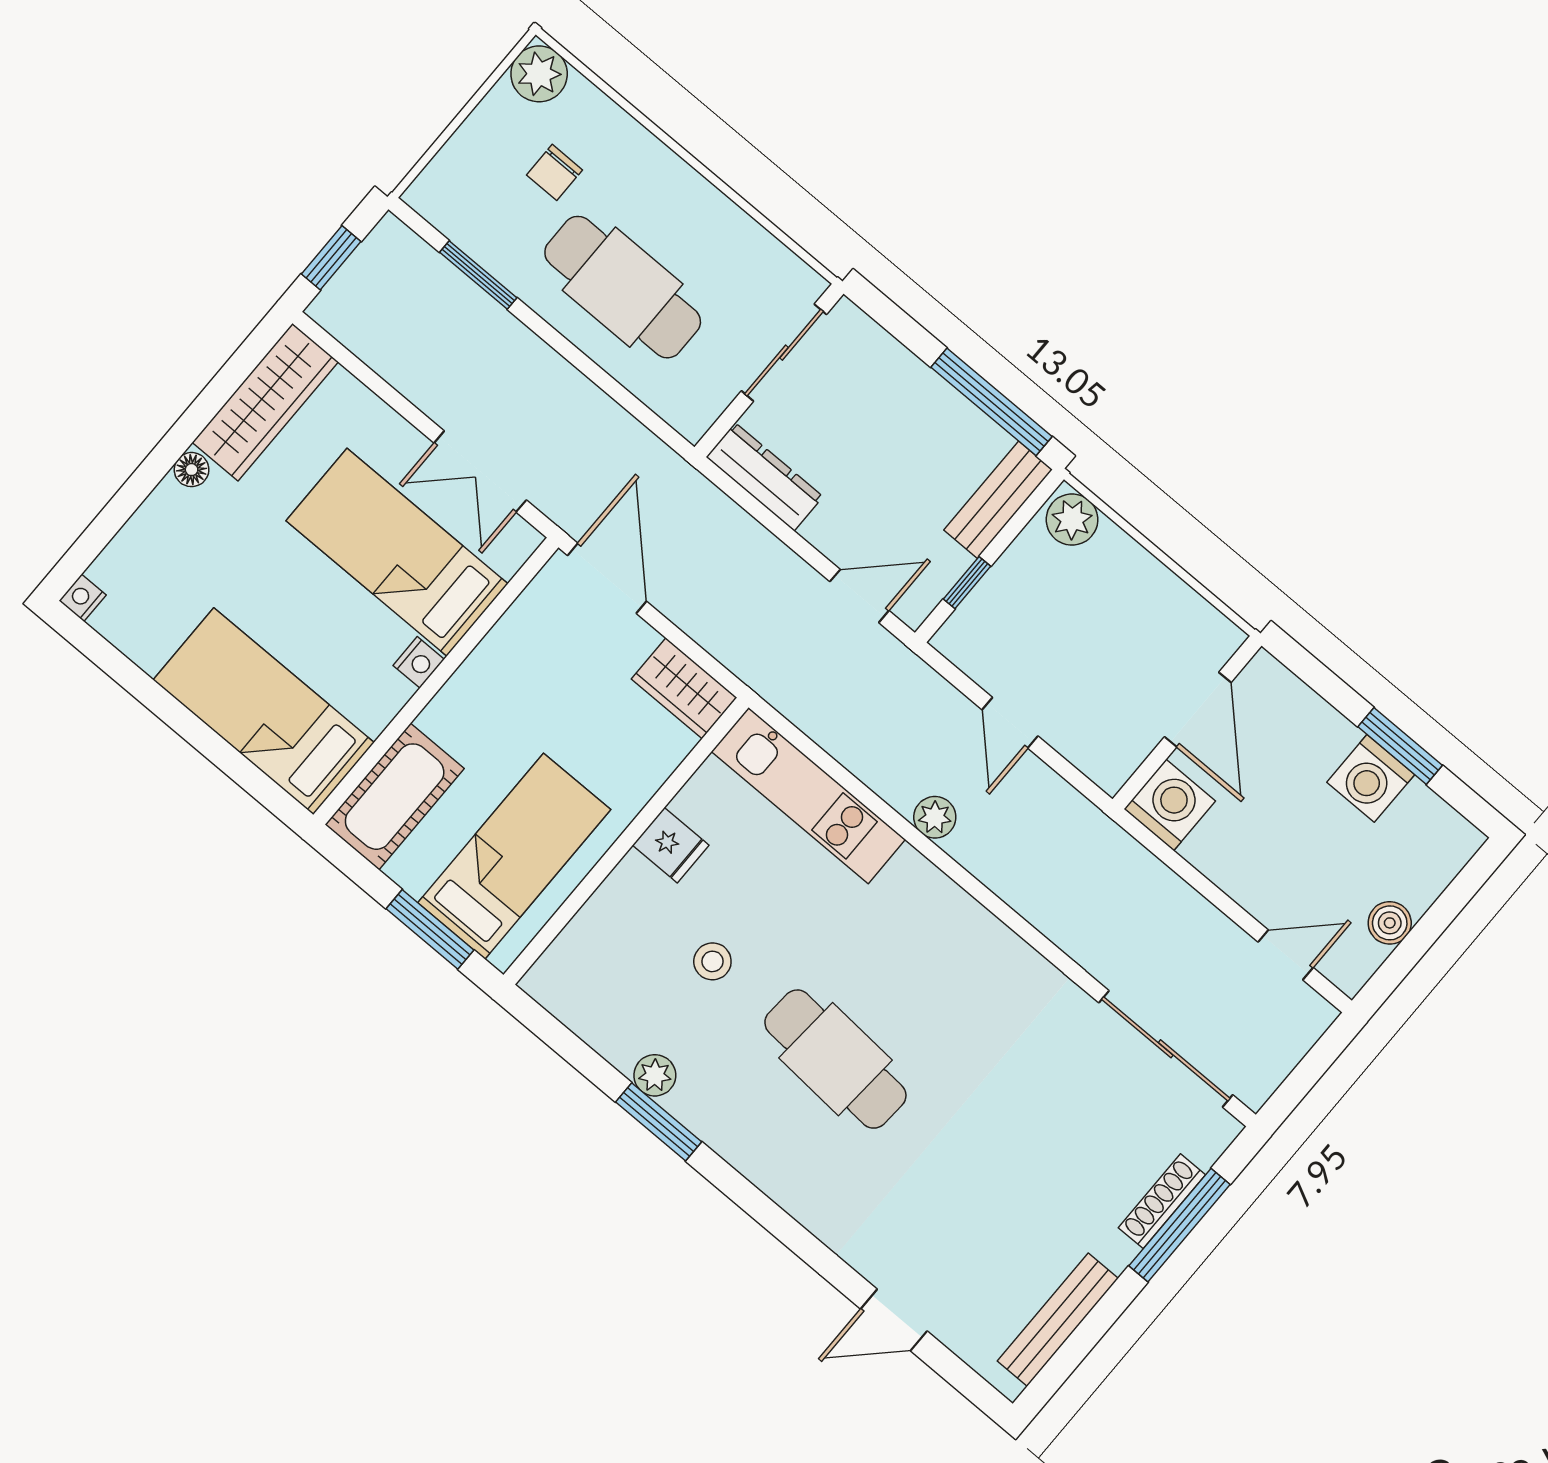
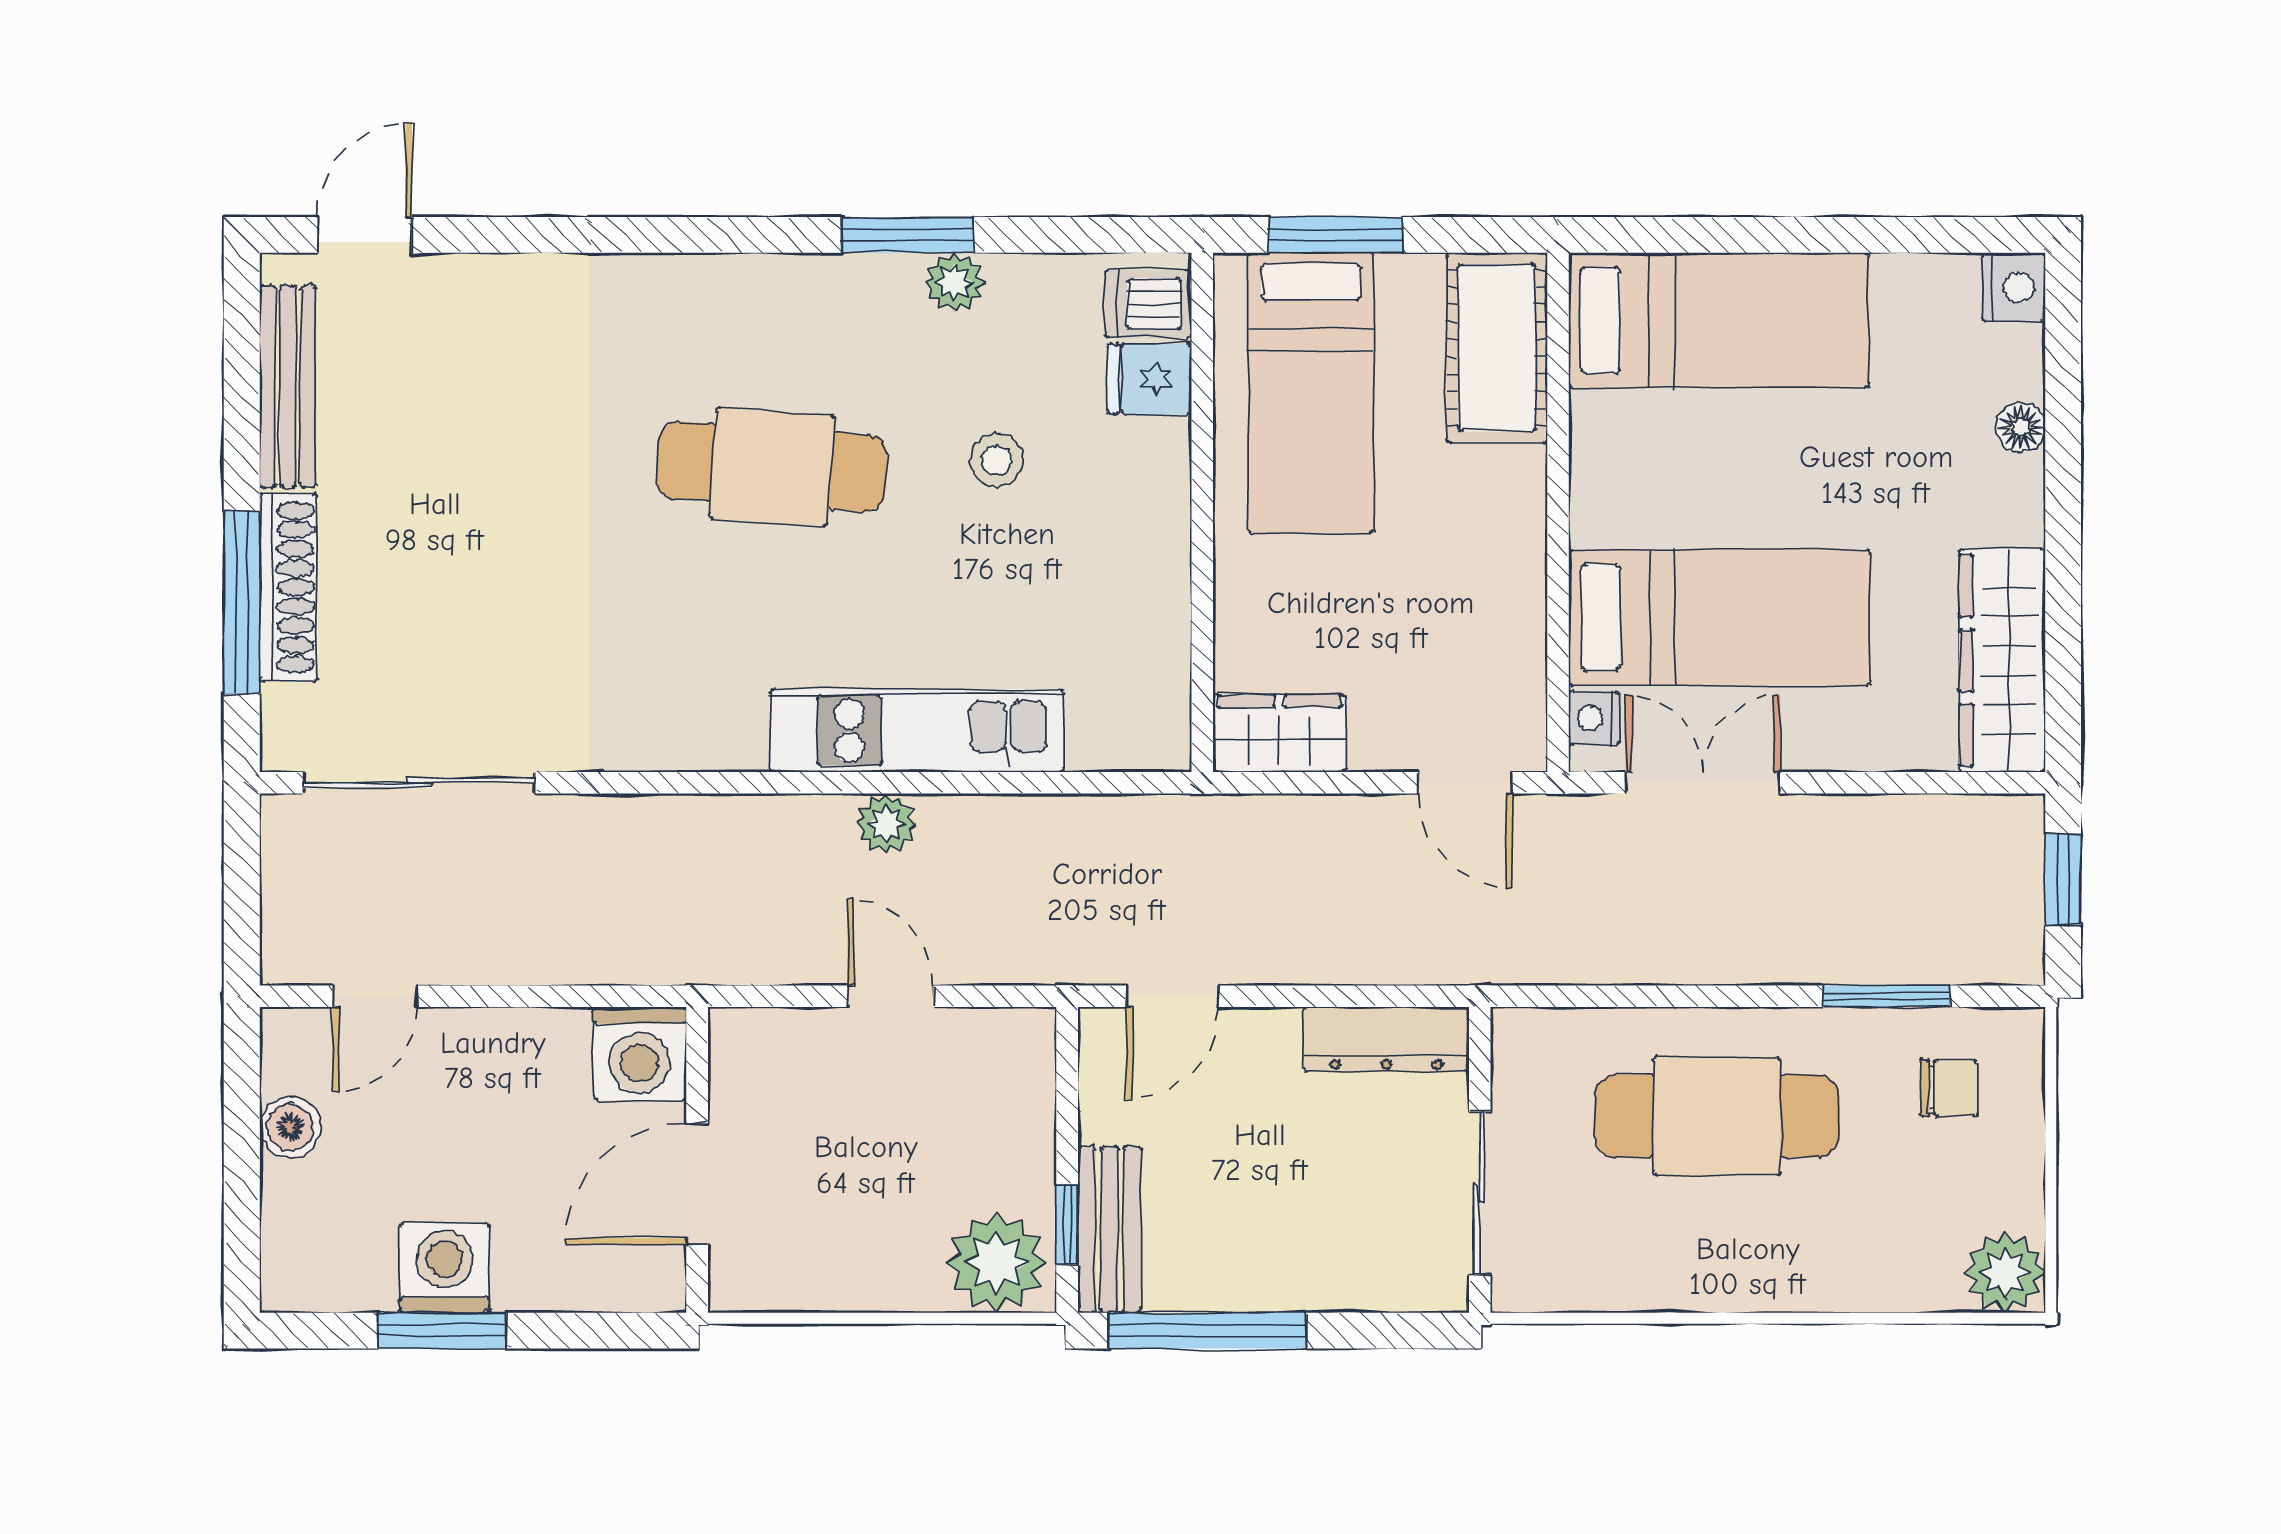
chair: (554, 172) -> (1949, 1088), moved, turned 90
floor lamp: (192, 470) -> (2021, 427), moved
plant: (1072, 520) -> (997, 1263), width x1.36, depth x1.36
door: (607, 578) -> (1465, 783), width x0.73
window: (967, 583) -> (1067, 1224), moved
nightstand: (83, 598) -> (2014, 287), width x1.39, depth x1.35
nightstand: (419, 662) -> (1594, 718), moved
door: (1198, 710) -> (697, 1184), hinge flipped
kitchen unit: (808, 795) -> (917, 731), moved
fridge: (671, 845) -> (1149, 379), moved
dishwasher: (561, 977) -> (1148, 304), added
shoe rack: (1162, 1201) -> (289, 587), width x1.36, depth x1.24
door: (894, 1320) -> (365, 235), moved

